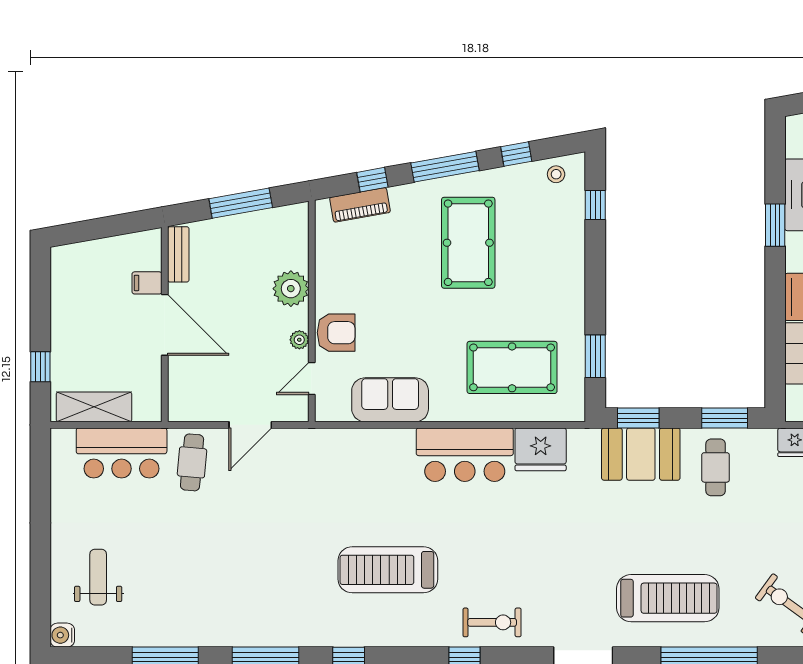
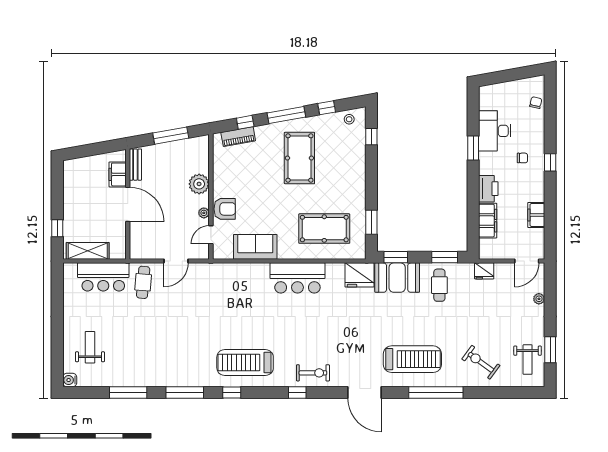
filing cabinet: (147, 283) -> (118, 174), width x2.00
fridge: (541, 449) -> (359, 275), moved
treadmill: (388, 570) -> (245, 363), moved

